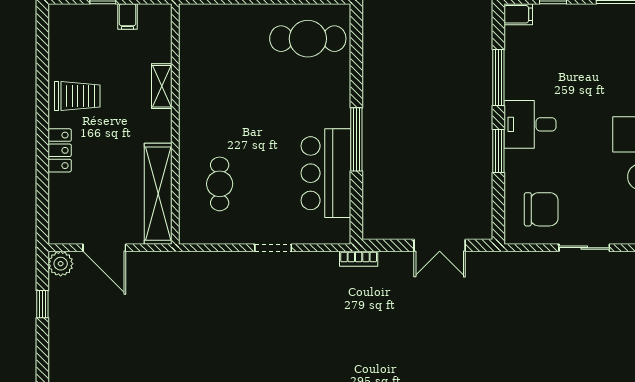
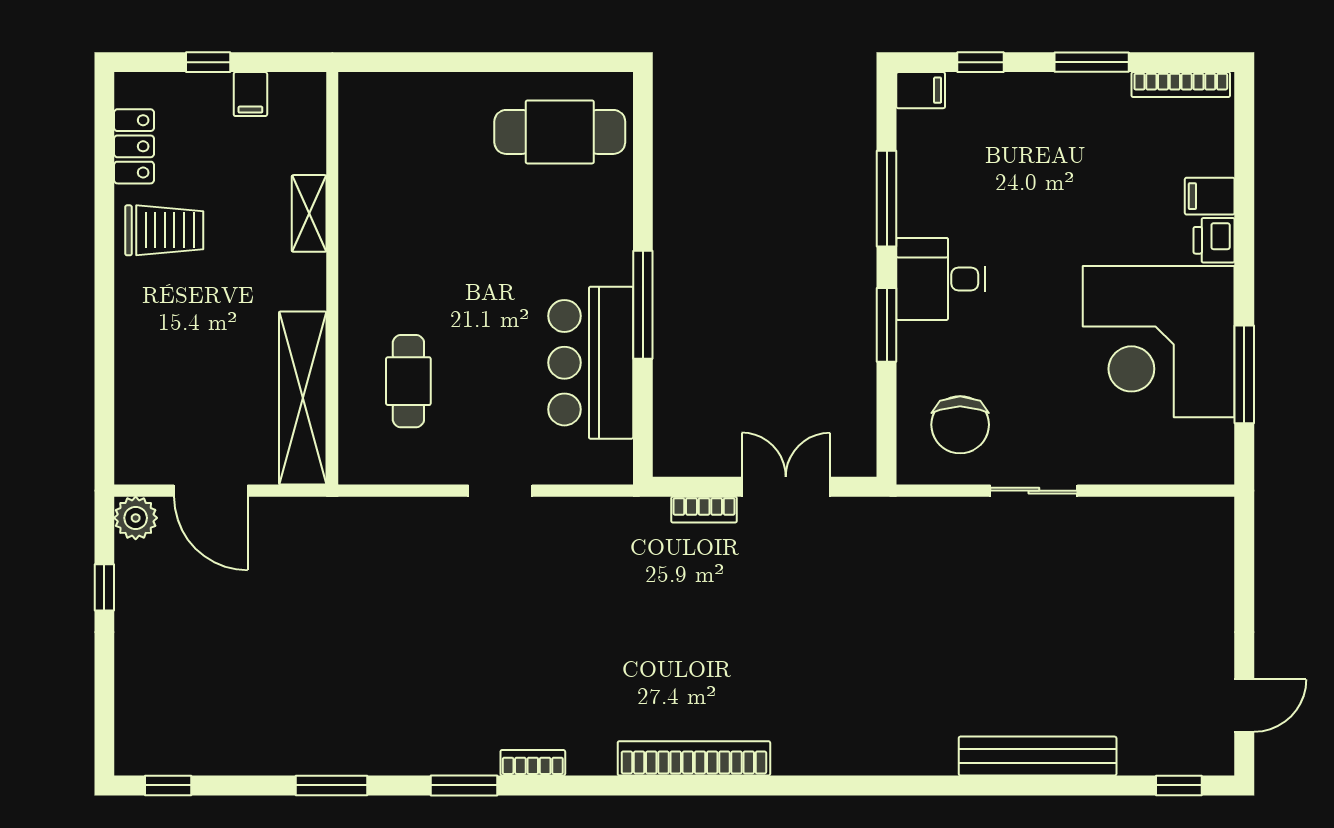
locker: (60, 150) -> (134, 146), moved
chair: (541, 209) -> (960, 425), turned 90
double door: (440, 245) -> (786, 487), swing flipped
bookcase: (359, 259) -> (704, 510), moved

